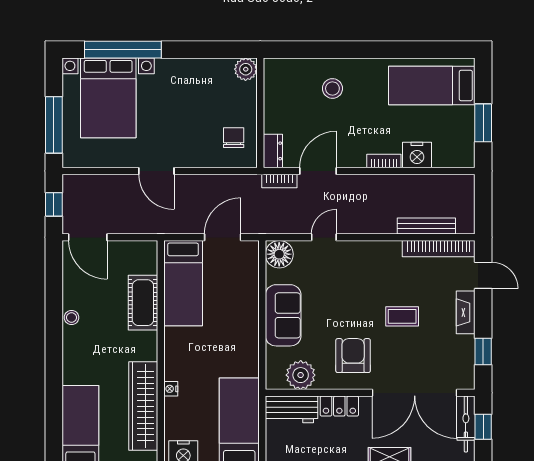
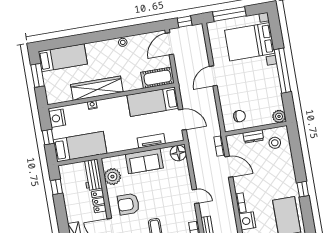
window: (123, 50) -> (283, 71), moved
window: (379, 50) -> (303, 189), added
stool: (332, 89) -> (275, 143), moved
dresser: (273, 151) -> (253, 136), moved
door: (324, 237) -> (196, 196), moved
tv unit: (250, 297) -> (151, 141), added
cot: (143, 303) -> (158, 78), moved
armchair: (353, 356) -> (128, 204), turned 180
wardrobe: (143, 406) -> (97, 88), moved

